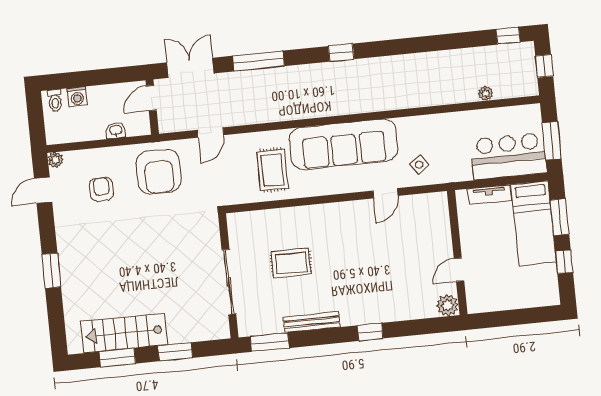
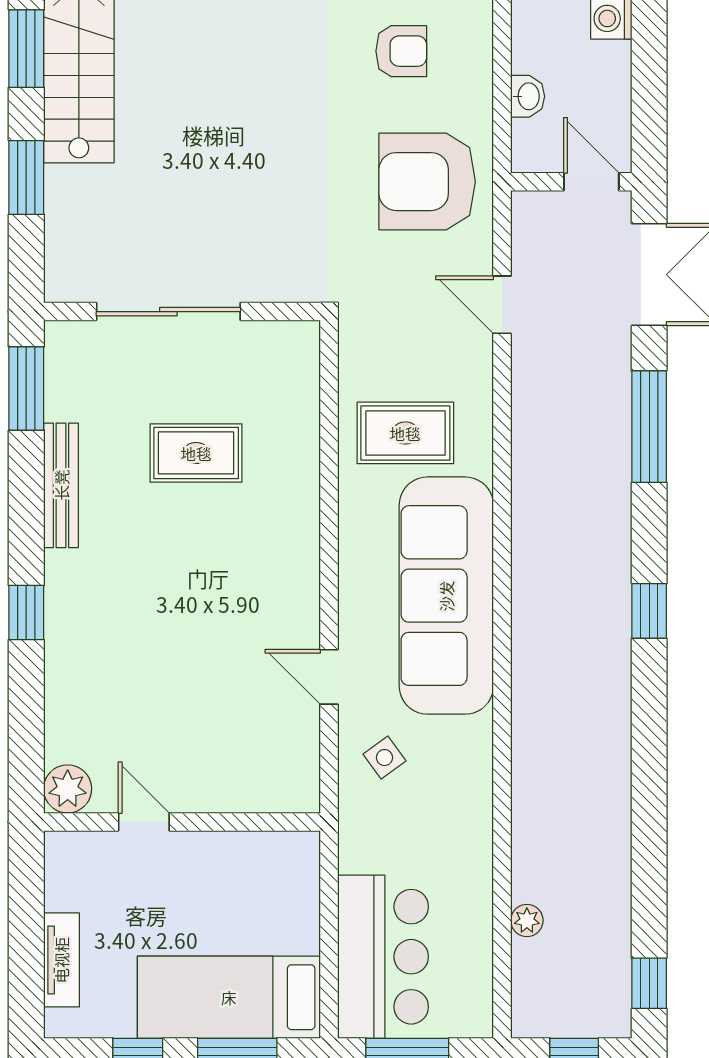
tv unit: (489, 195) -> (61, 960), moved, turned 180
rug: (291, 263) -> (196, 453), turned 90

